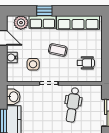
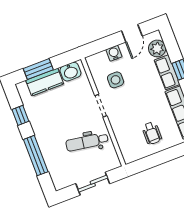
coffee table: (58, 50) -> (142, 102), removed
wheelchair: (86, 63) -> (152, 133), moved

